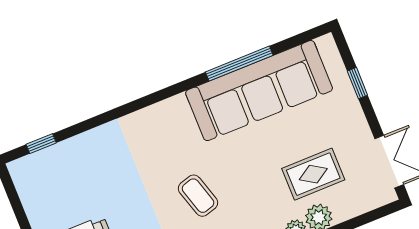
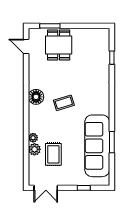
window: (239, 64) -> (112, 142), width x0.69
window: (41, 144) -> (112, 58), moved

